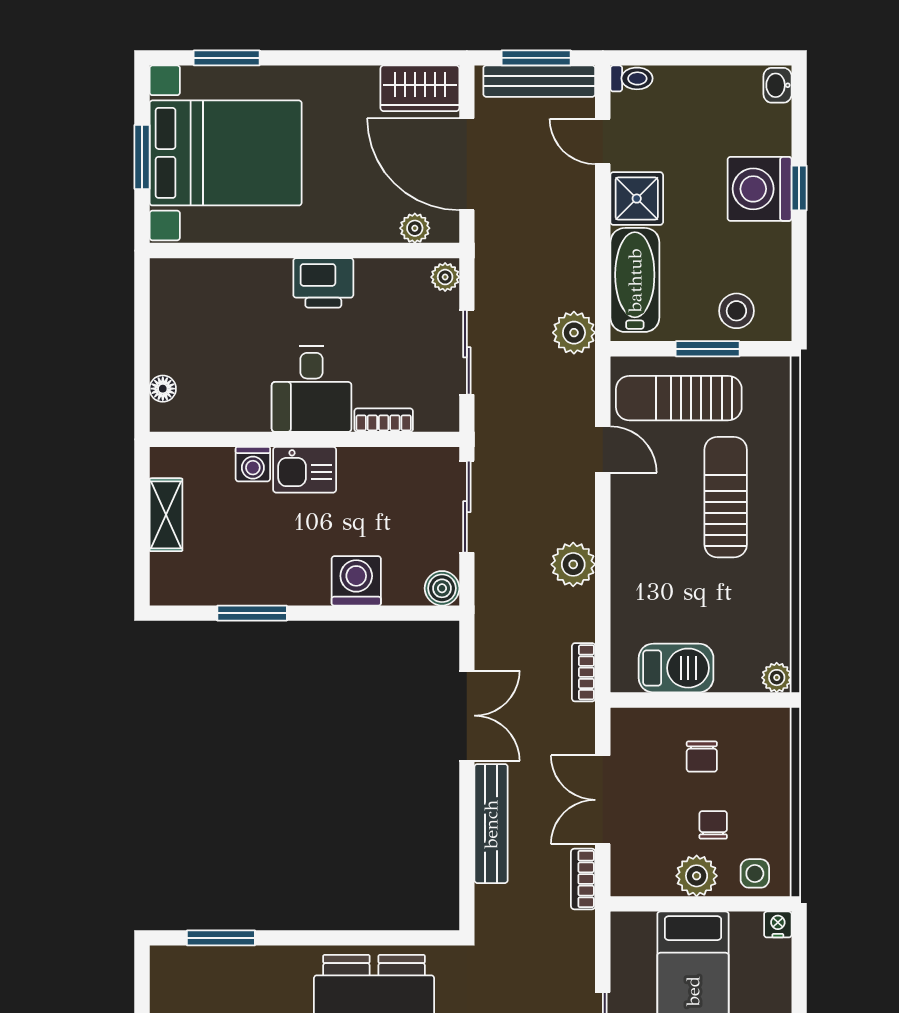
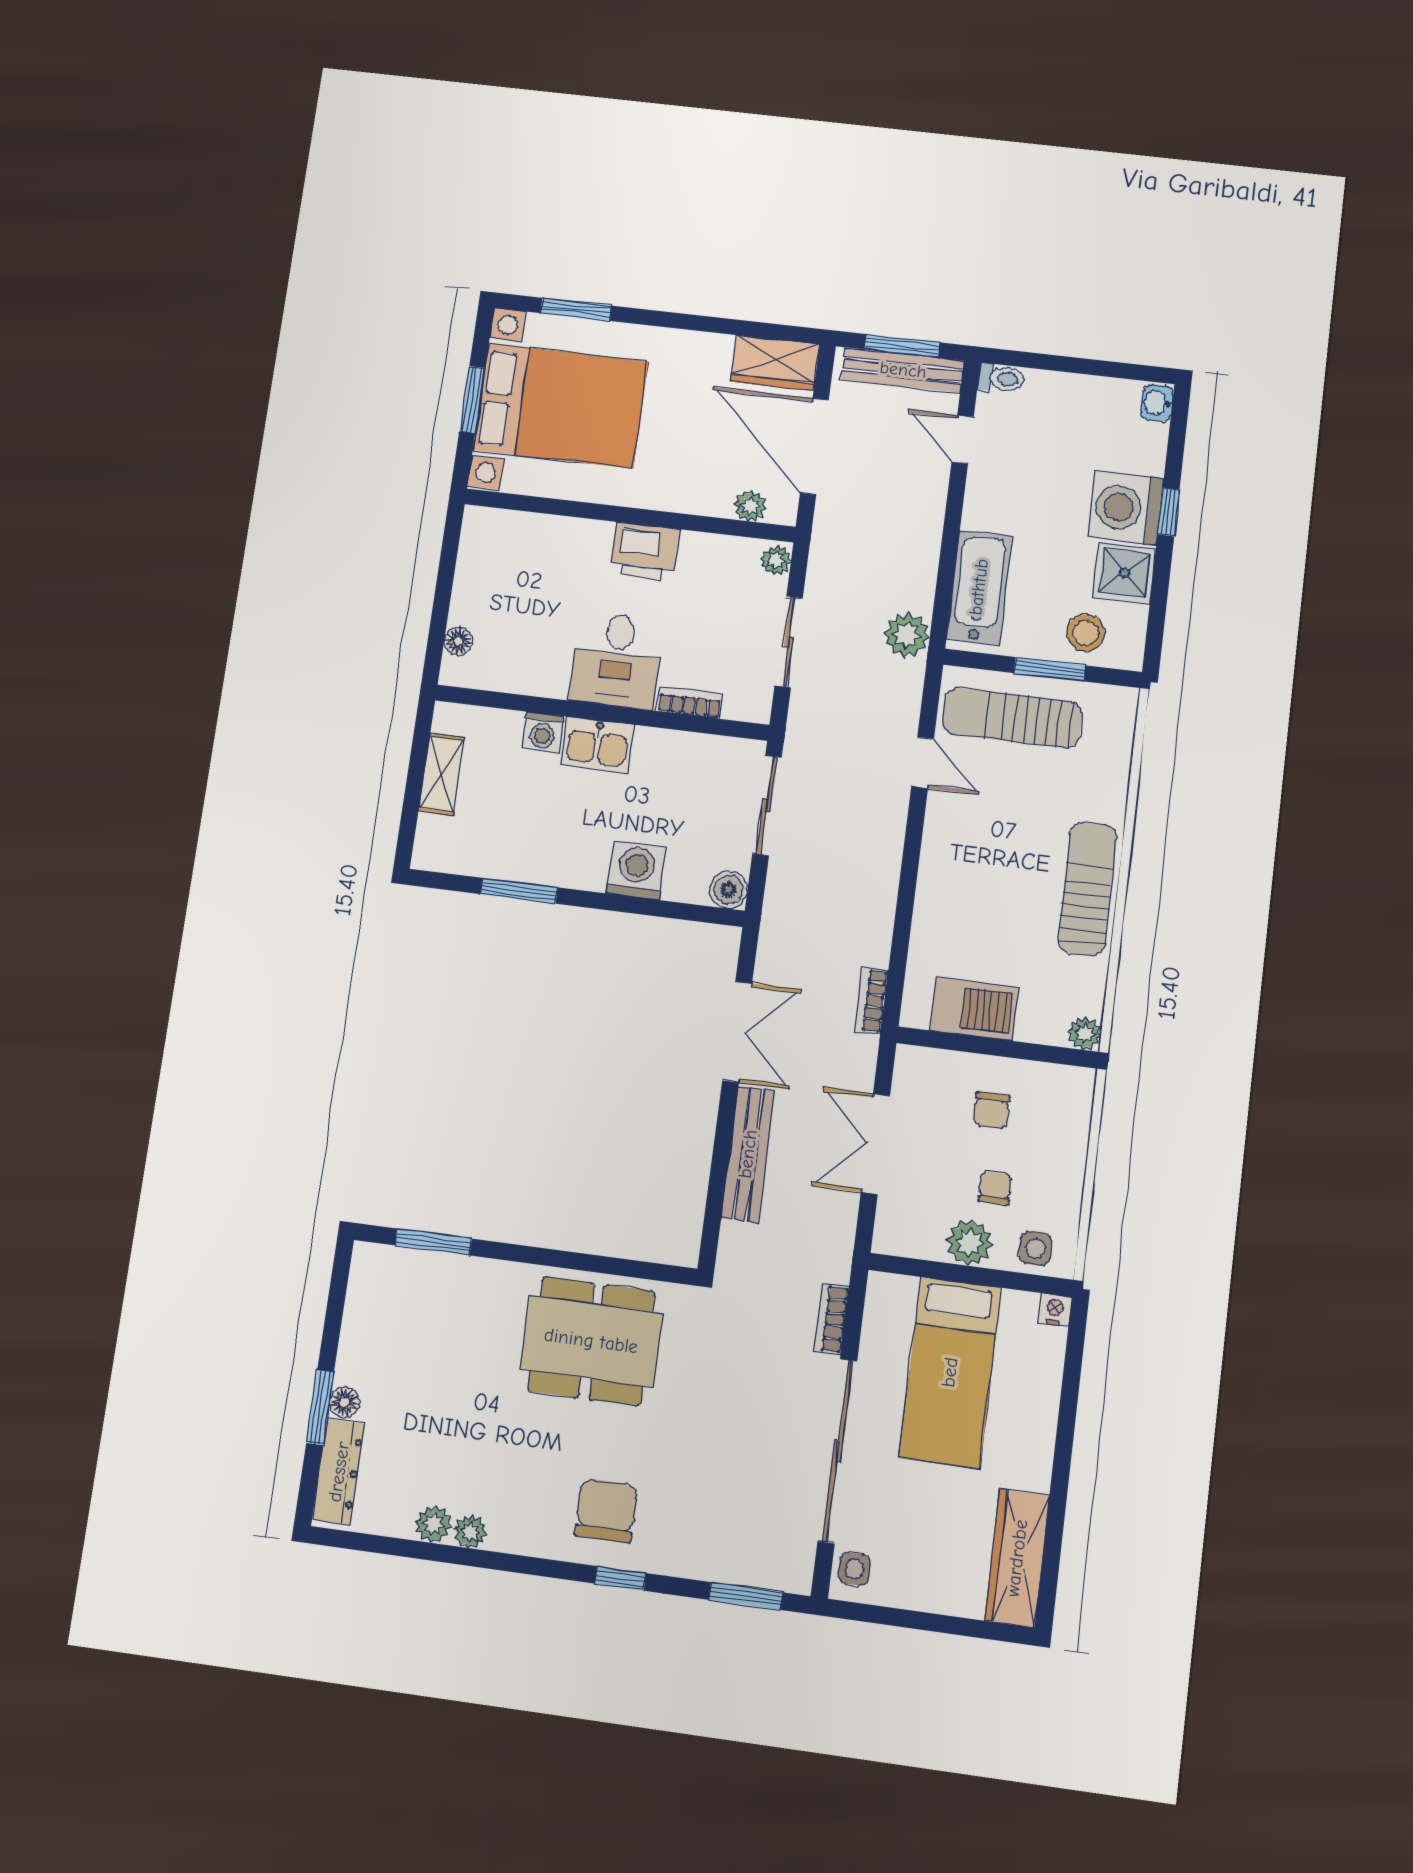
shower: (637, 199) -> (1124, 573), moved
sun lounger: (726, 497) -> (1087, 889), moved
plant: (573, 564) -> (875, 882), removed
bookcase: (583, 879) -> (831, 1319), moved

